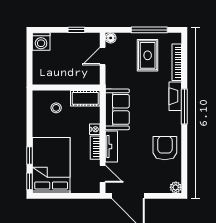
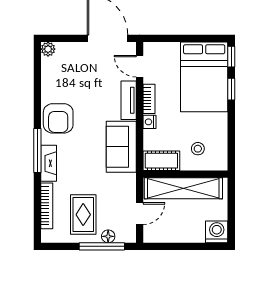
window: (76, 30) -> (172, 246), removed
window: (149, 30) -> (102, 246), moved
floor lamp: (111, 38) -> (108, 236), moved
shelving: (68, 76) -> (183, 188), added
armchair: (165, 148) -> (58, 118), moved

